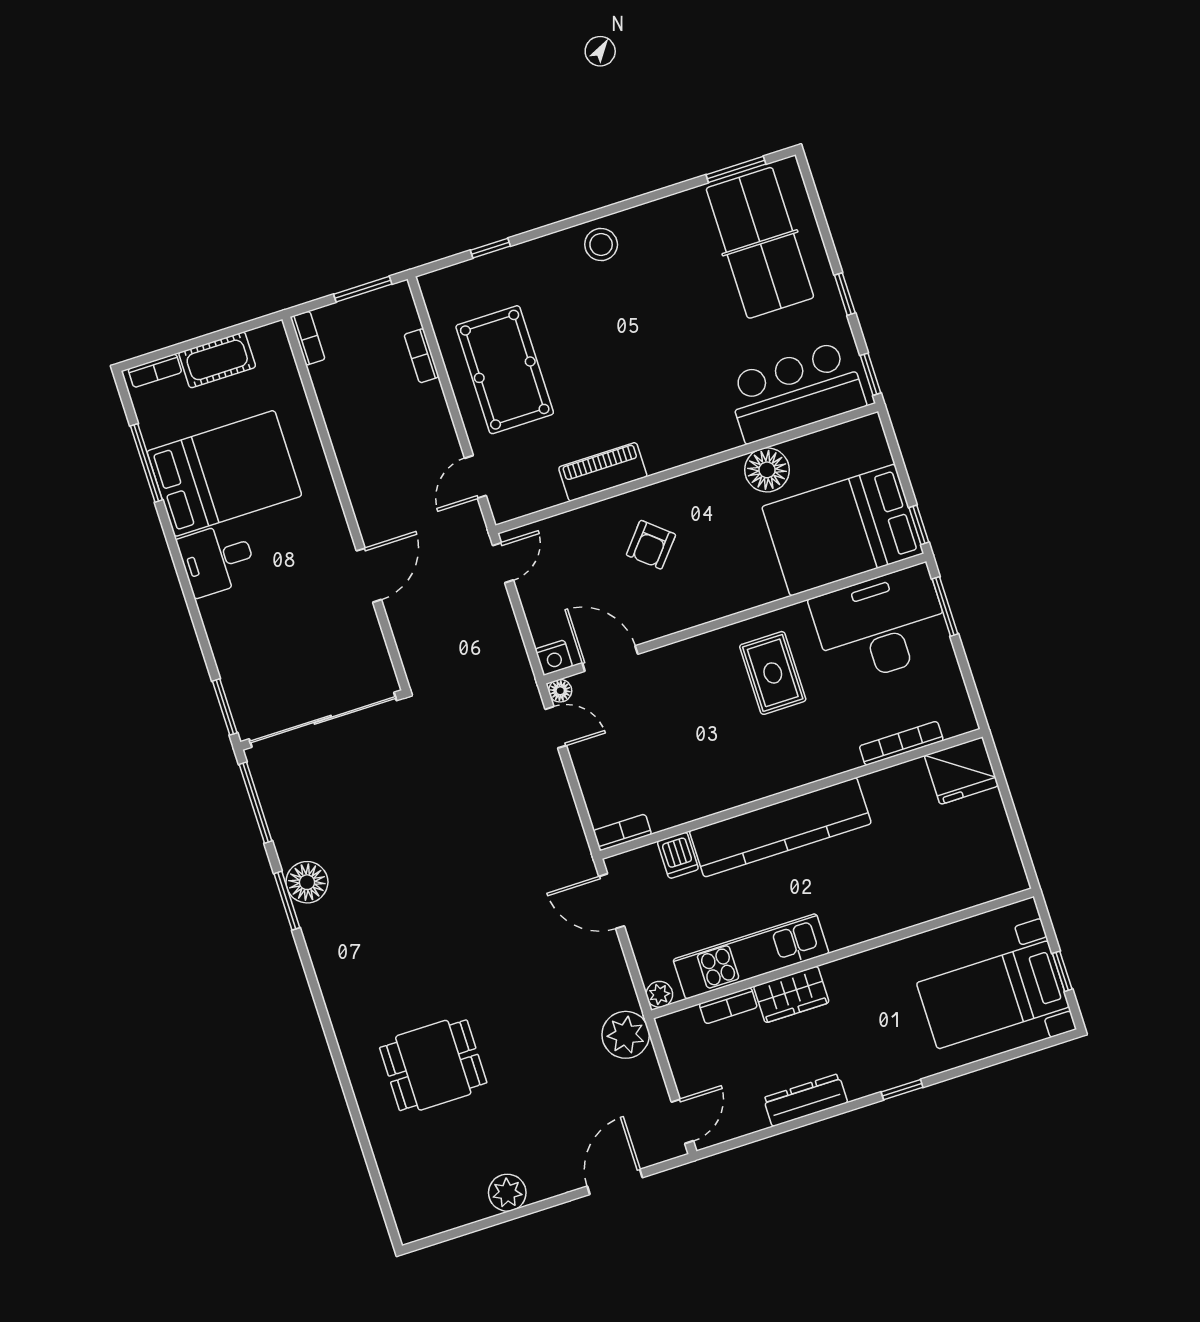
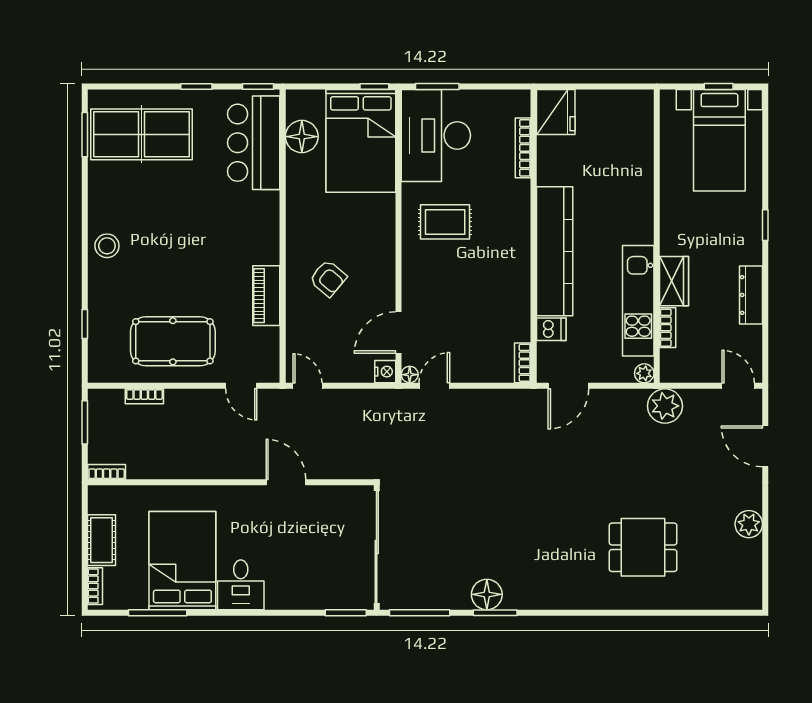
floor lamp: (767, 470) -> (302, 137), moved
dining table: (433, 1065) -> (643, 547), turned 90

